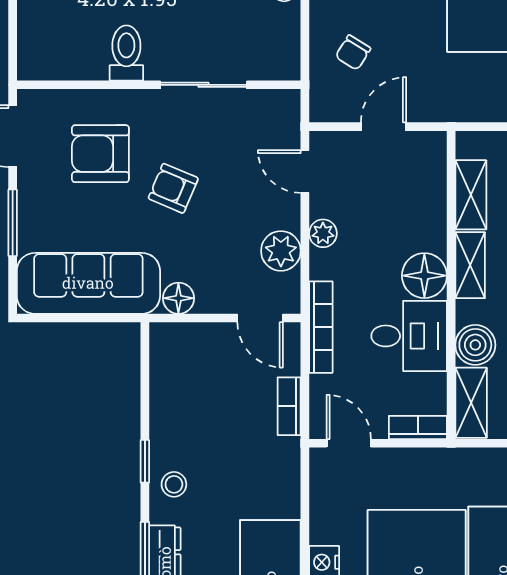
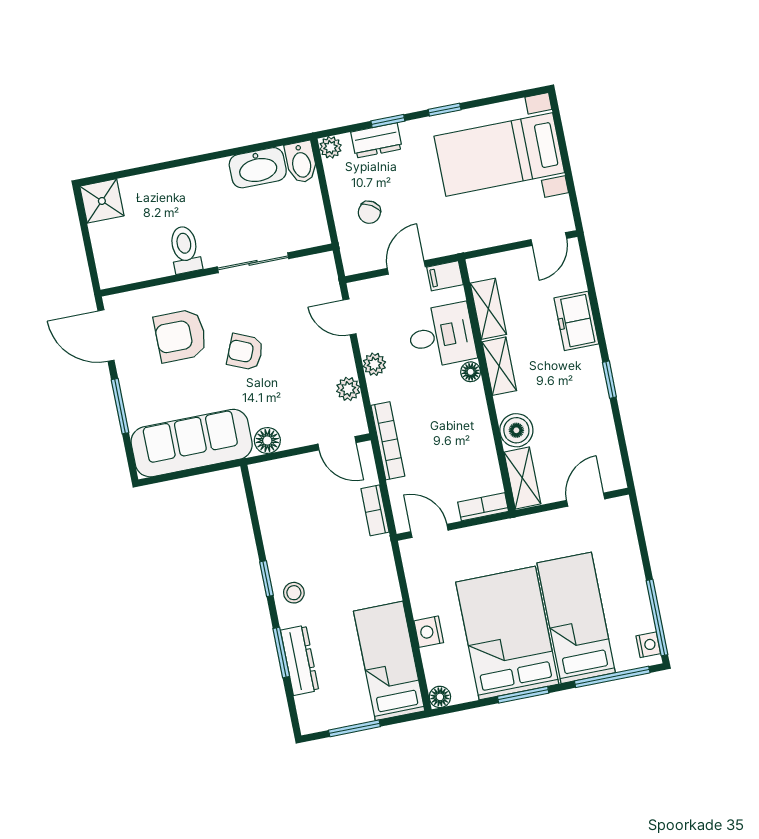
filing cabinet: (427, 145) -> (445, 276), added
plant: (281, 251) -> (348, 389), width x0.73, depth x0.73
floor lamp: (424, 276) -> (471, 372), width x0.53, depth x0.53
desk: (409, 336) -> (441, 336), moved

